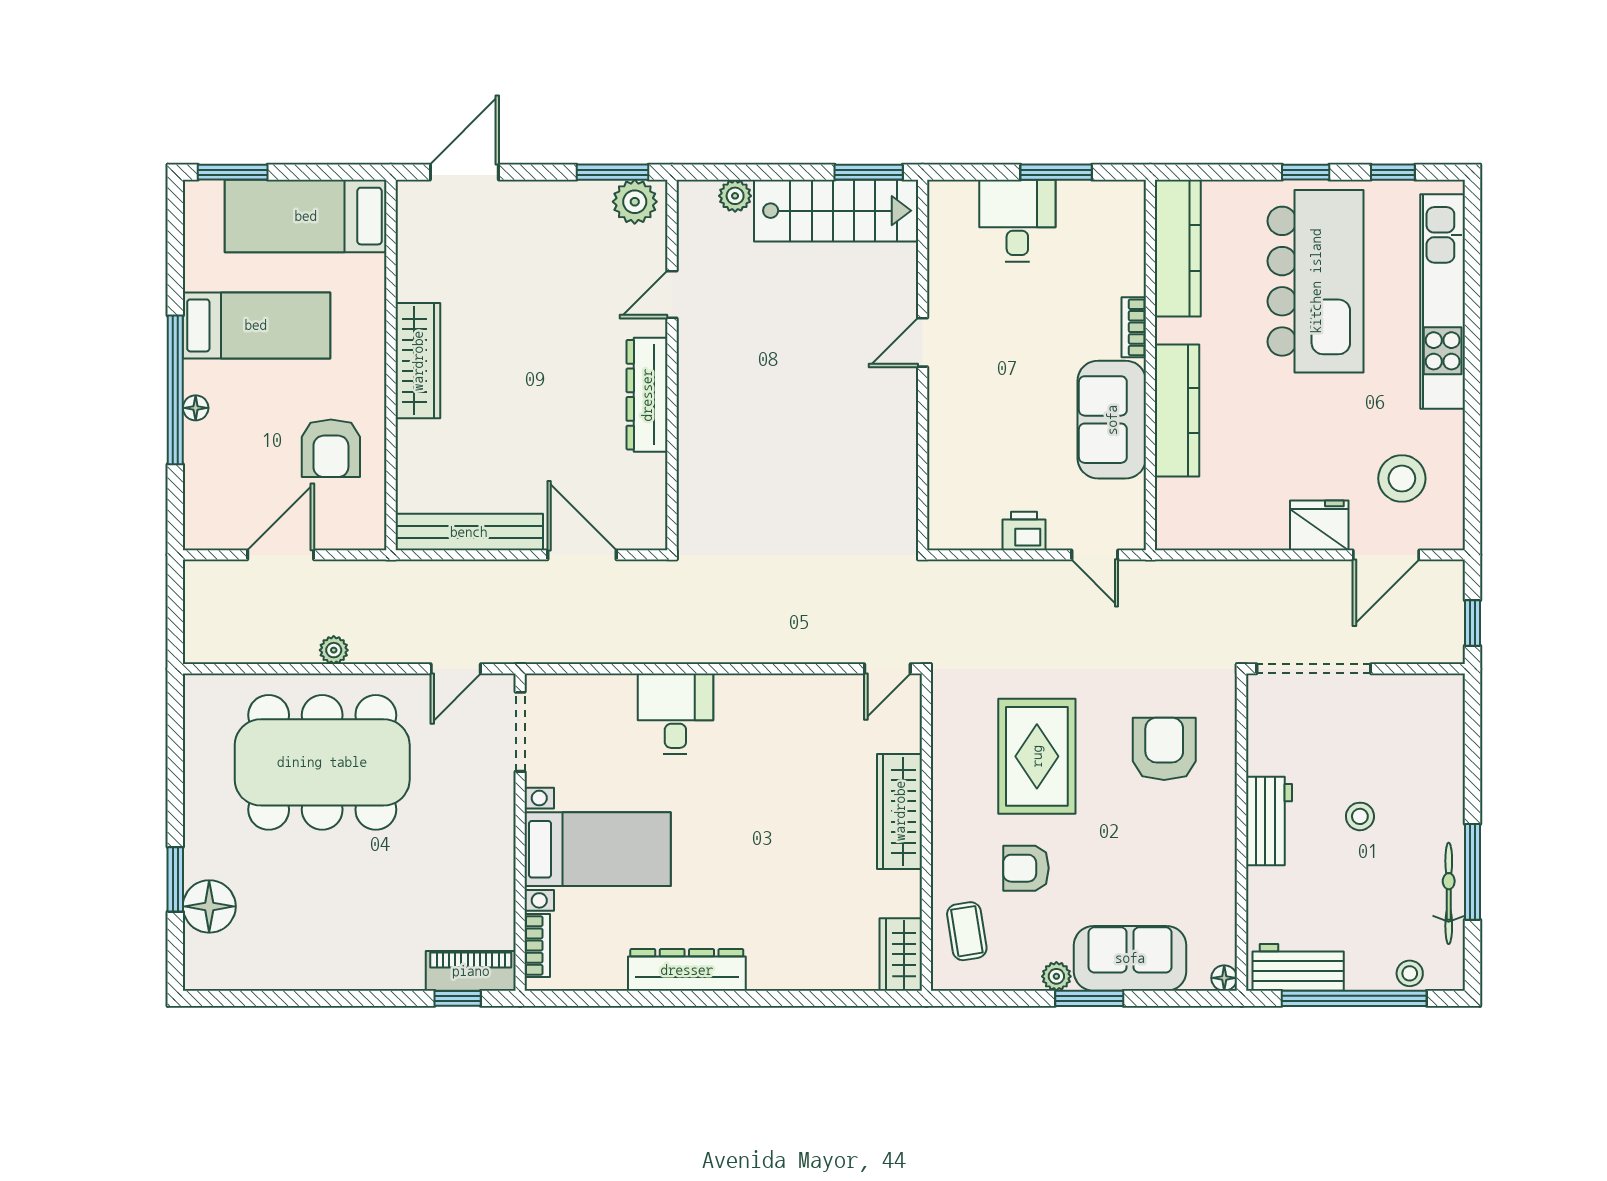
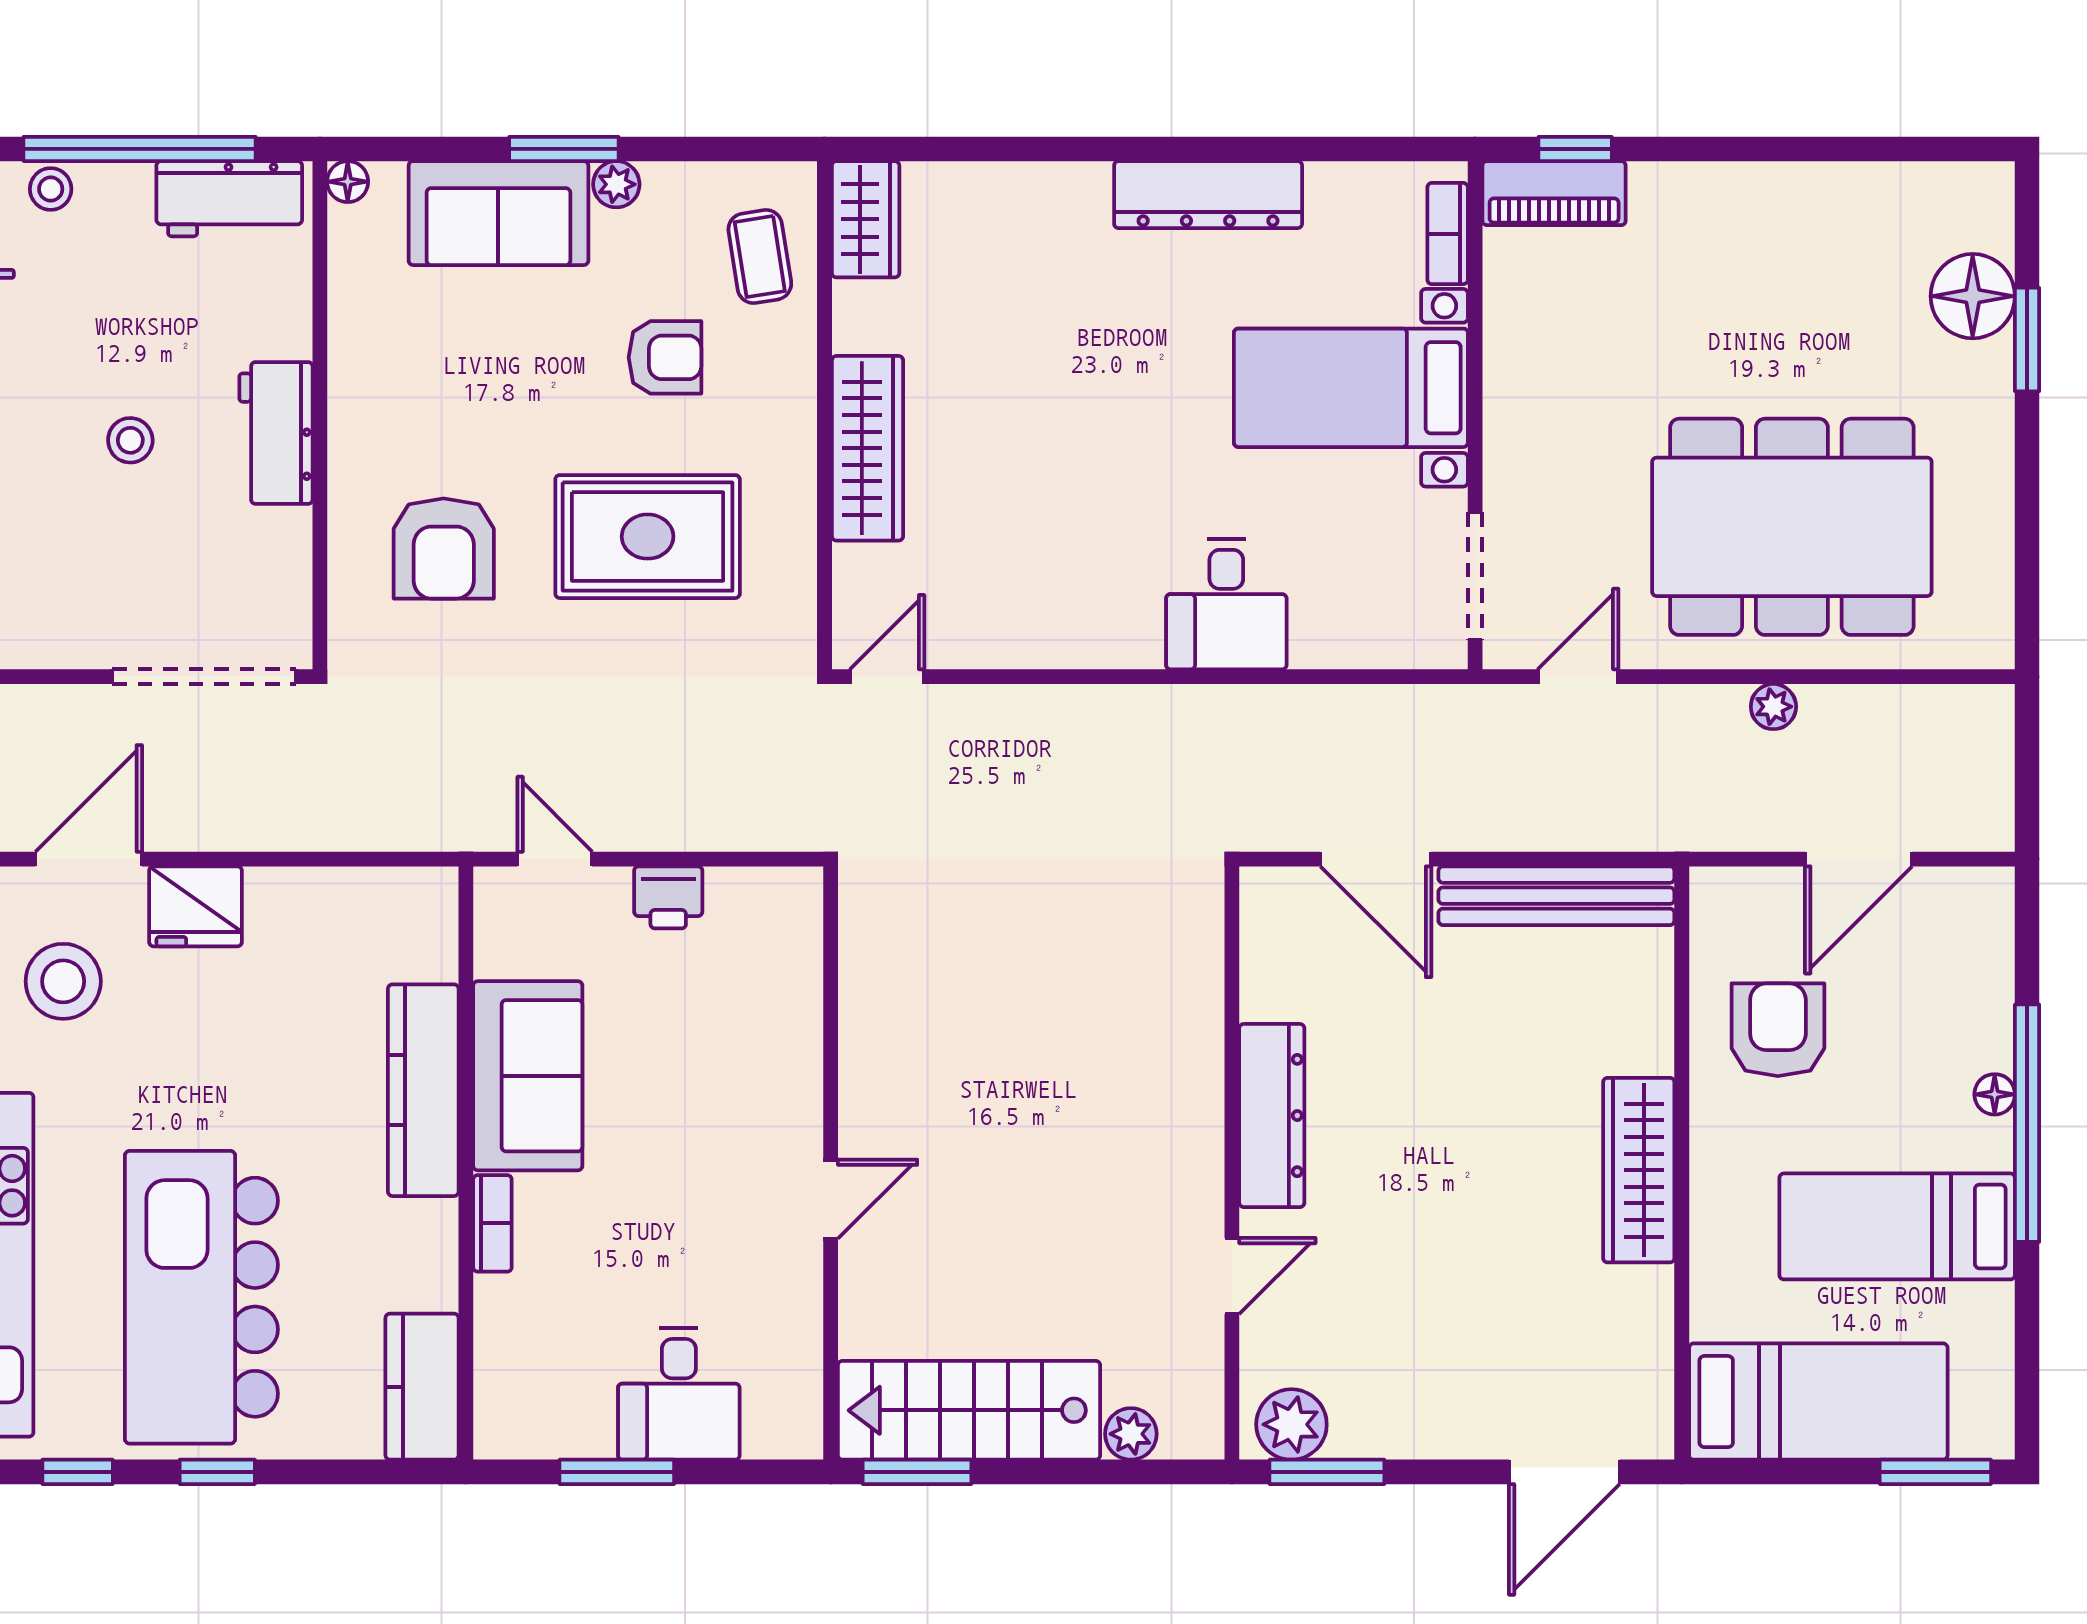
kitchen counter: (1178, 248) -> (422, 1387), width x0.67
rug: (1037, 756) -> (648, 537), turned 90

